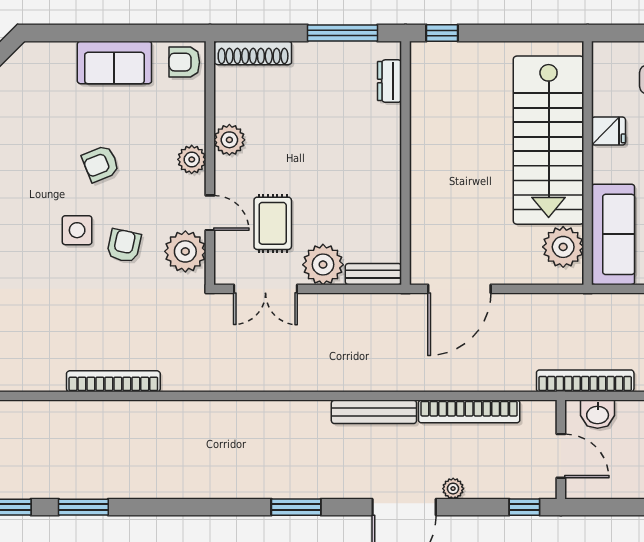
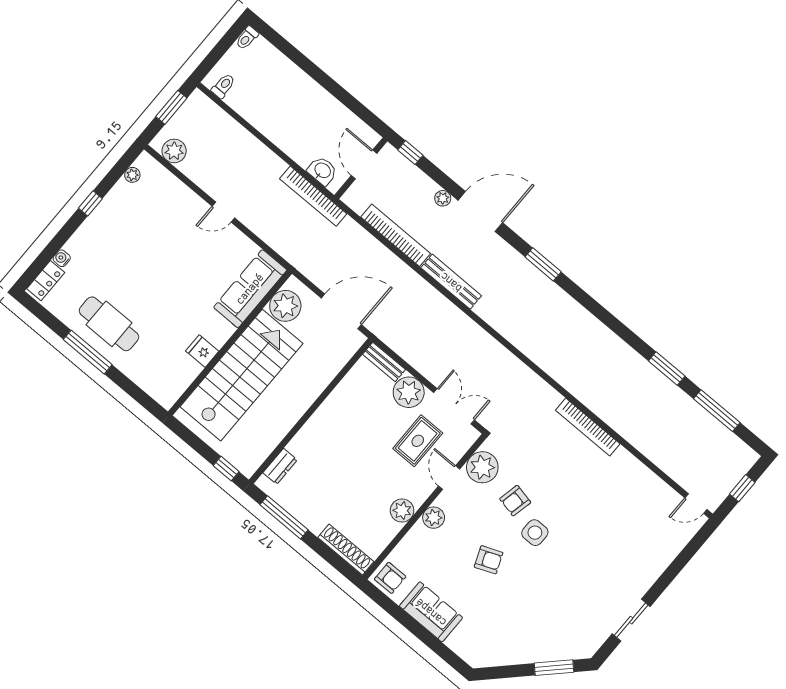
fridge: (608, 131) -> (202, 351), moved
stairs: (549, 140) -> (242, 375), moved
wall: (588, 163) -> (230, 343), moved
sofa: (613, 234) -> (250, 289), moved
plant: (563, 247) -> (285, 306), moved

